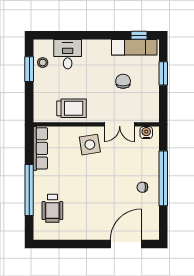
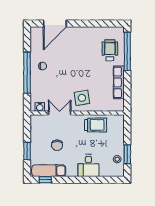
desk: (68, 54) -> (88, 165), moved
trolley: (72, 108) -> (96, 125), turned 180
row of seats: (40, 148) -> (119, 82), moved
window: (29, 190) -> (127, 51), moved

